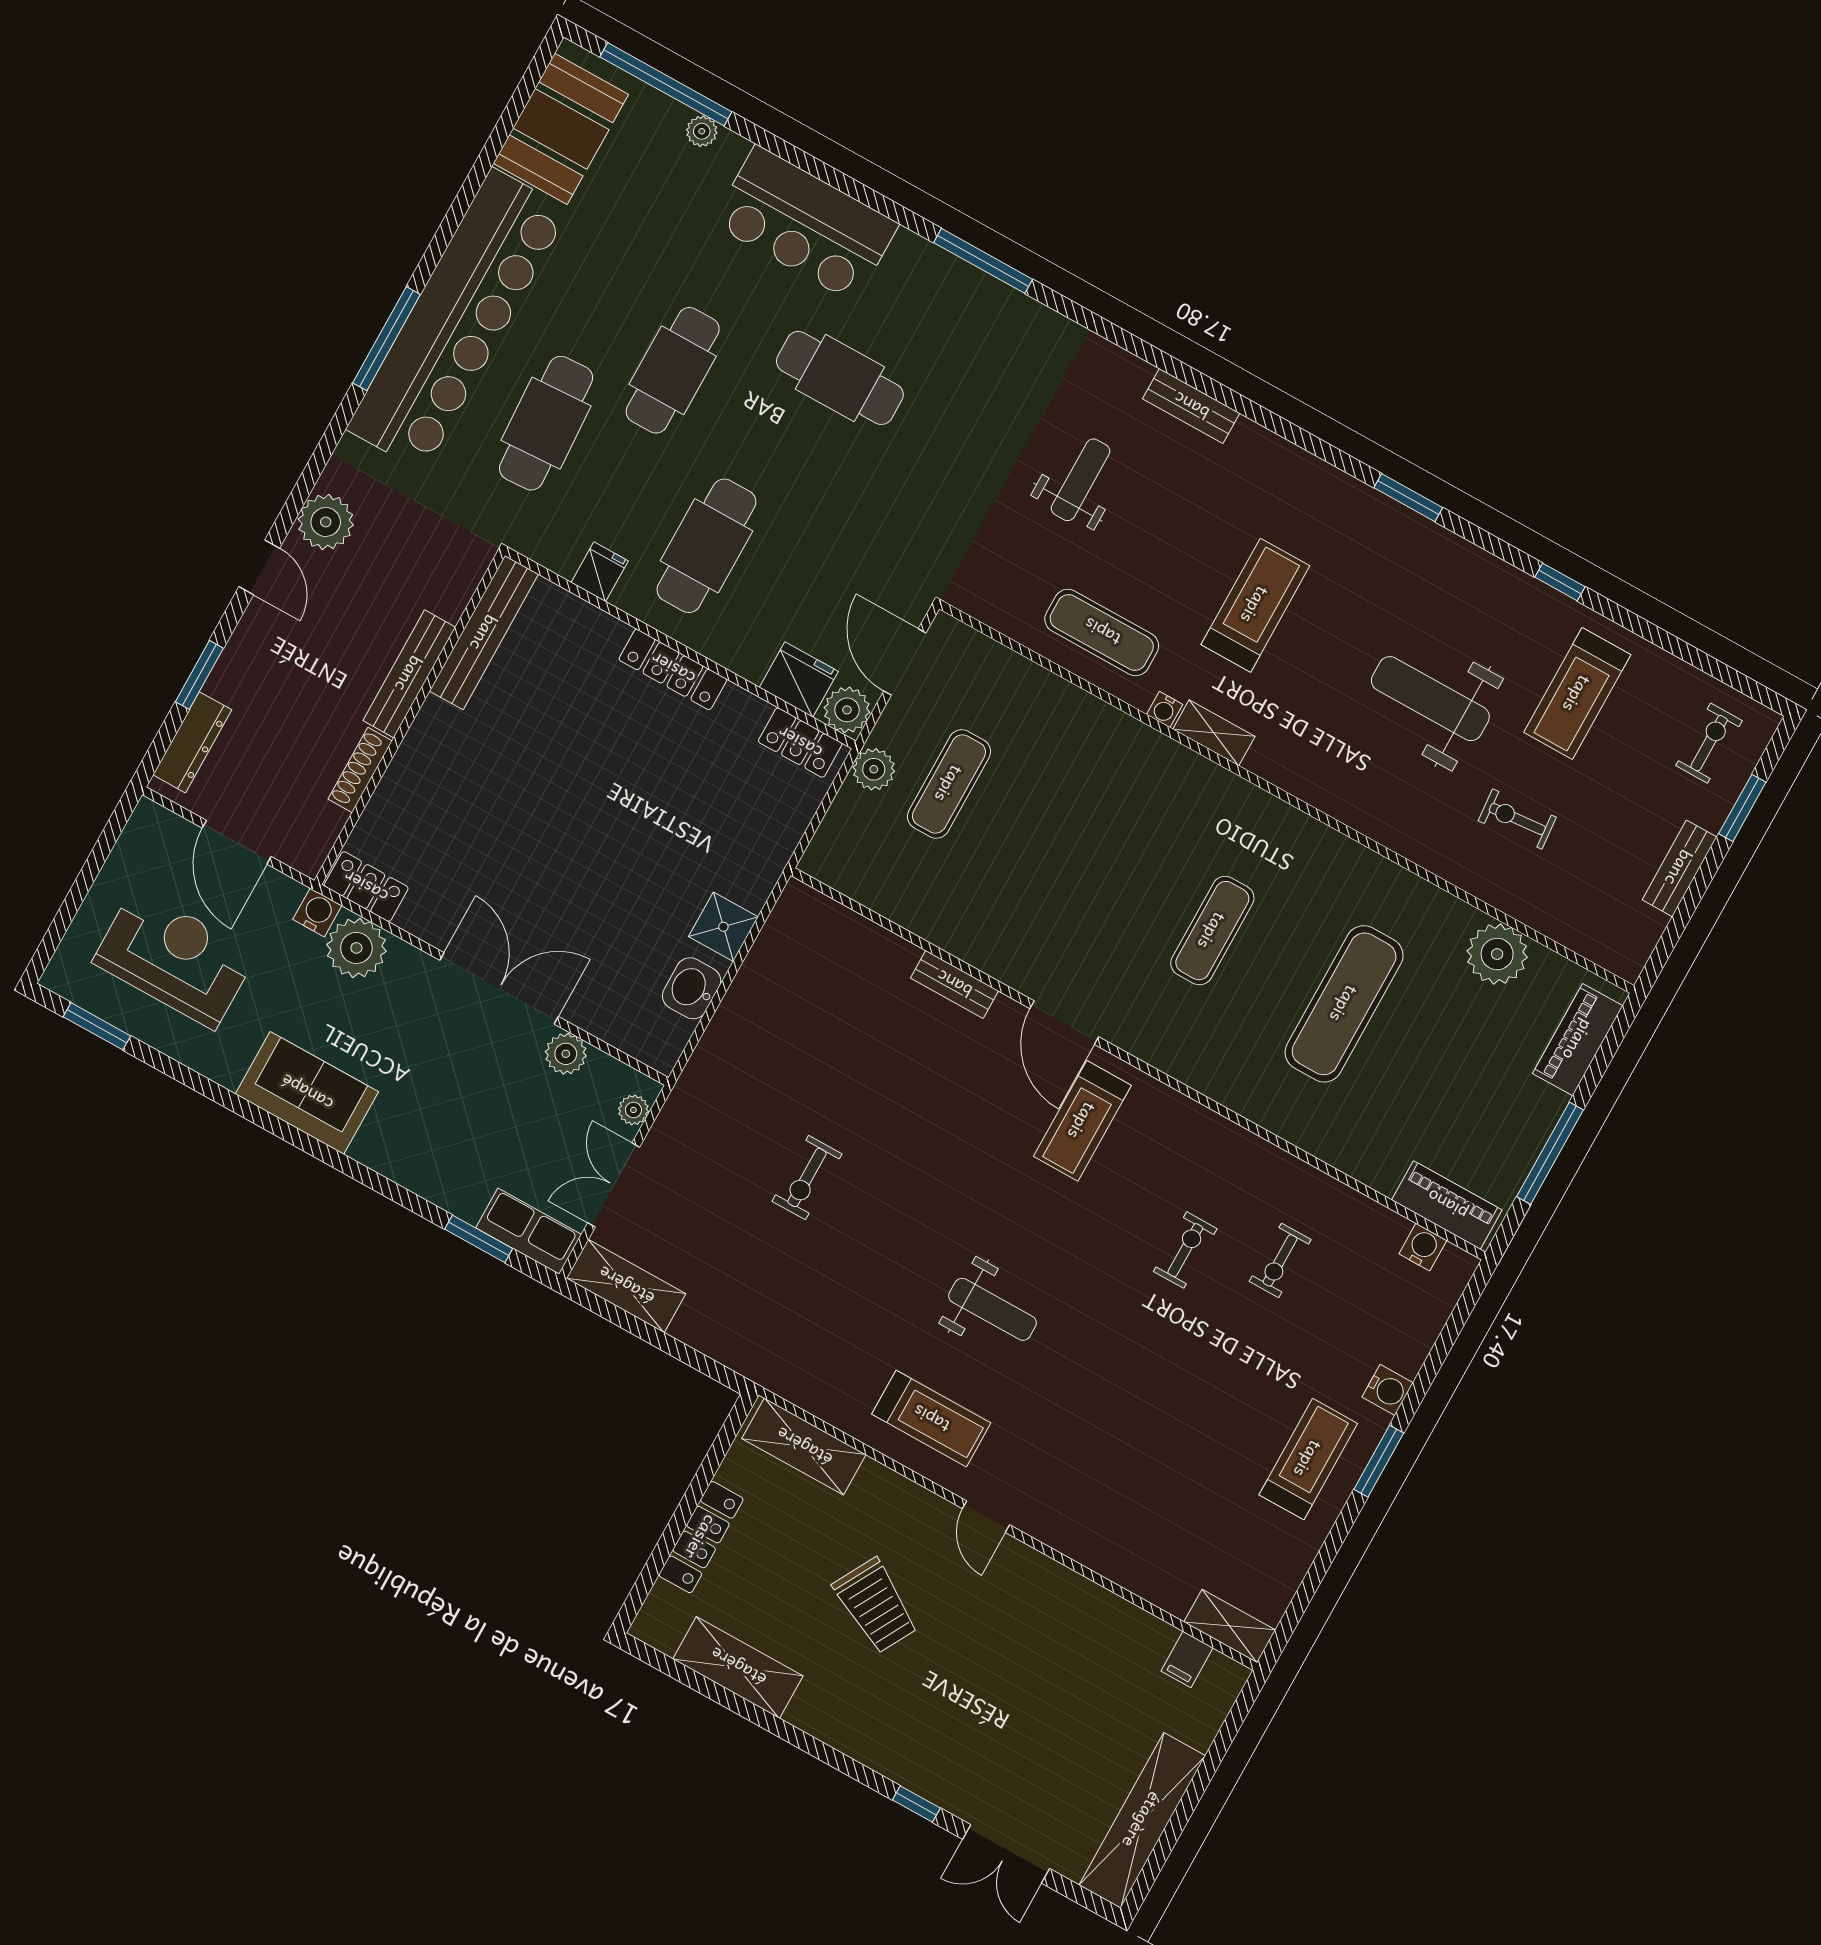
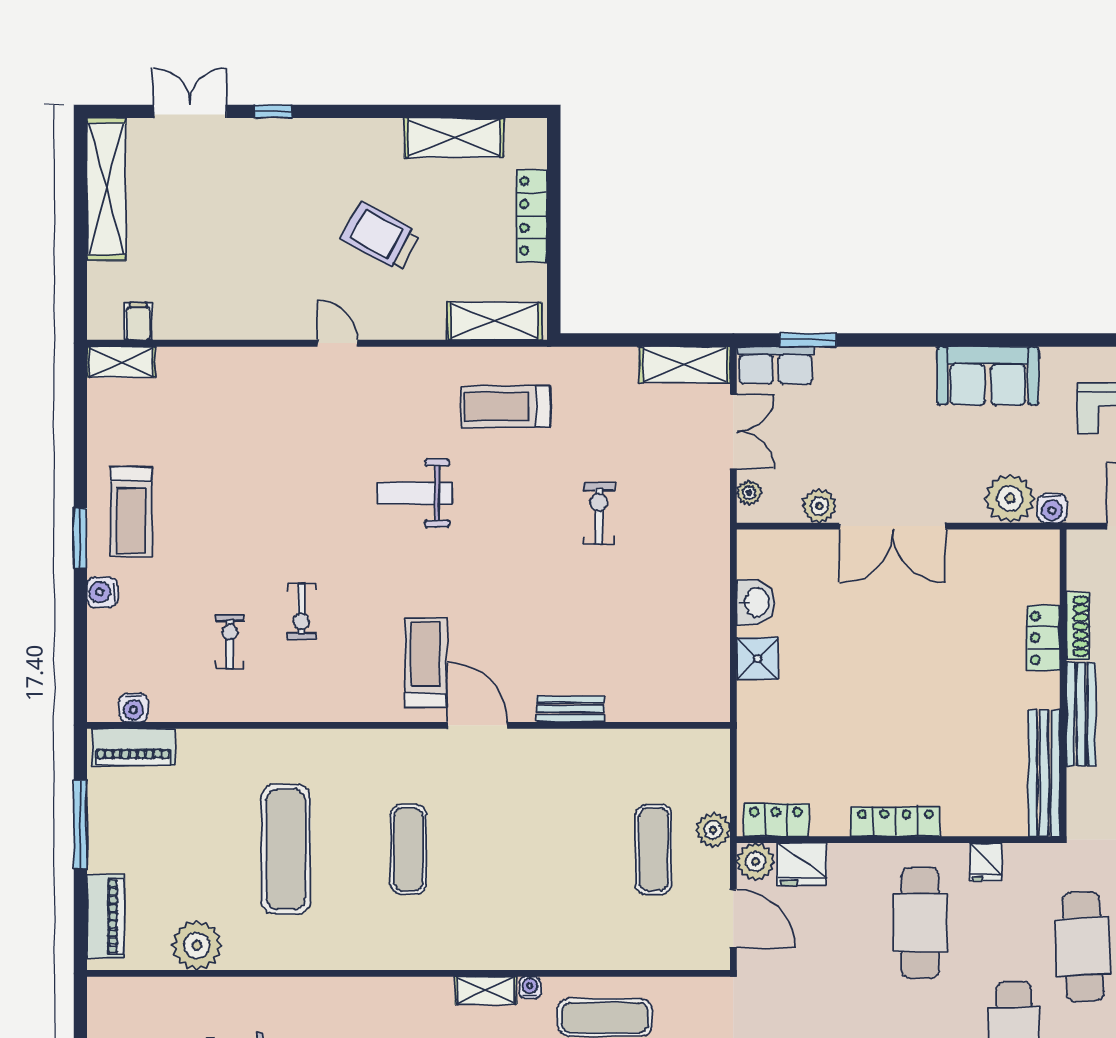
locker: (366, 887) -> (1043, 638), moved, turned 90
treadmill: (931, 1419) -> (506, 407), moved

